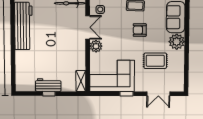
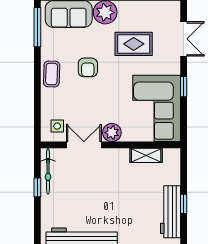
rug: (155, 61) -> (134, 44), turned 90
shelving: (81, 81) -> (146, 155), moved
workbench: (48, 85) -> (170, 212), width x1.38

